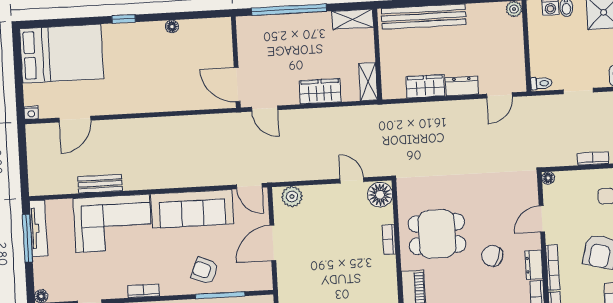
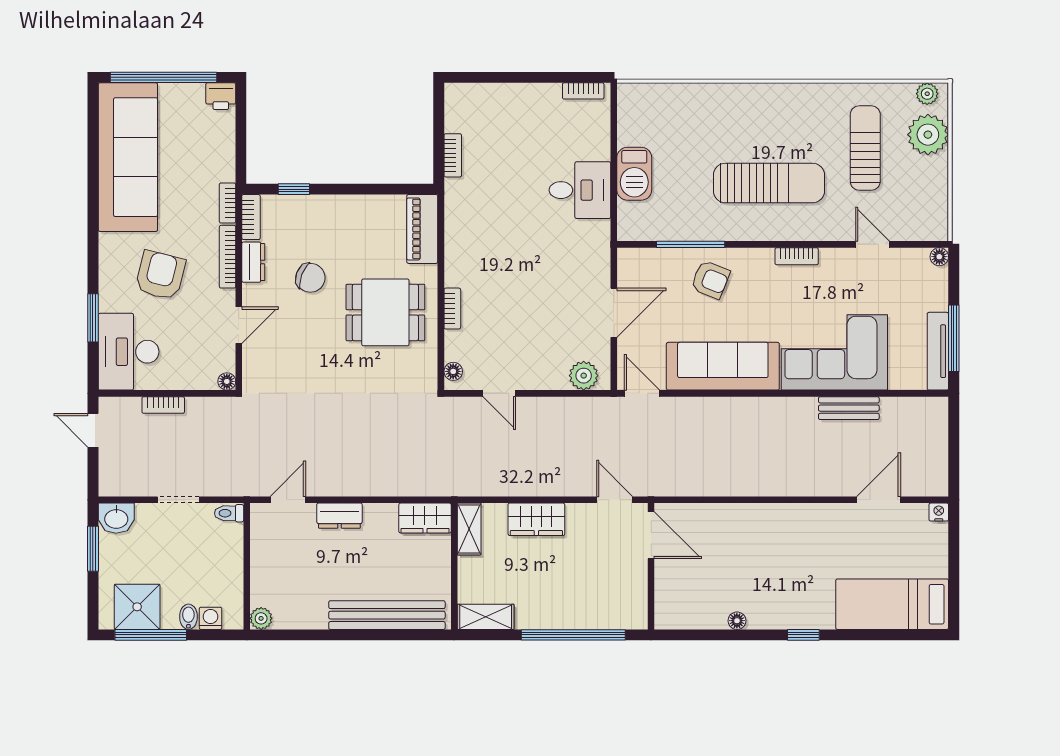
bed: (62, 54) -> (892, 604), width x0.67
wardrobe: (425, 86) -> (425, 518), moved
floor lamp: (380, 195) -> (453, 371), width x0.53, depth x0.53

